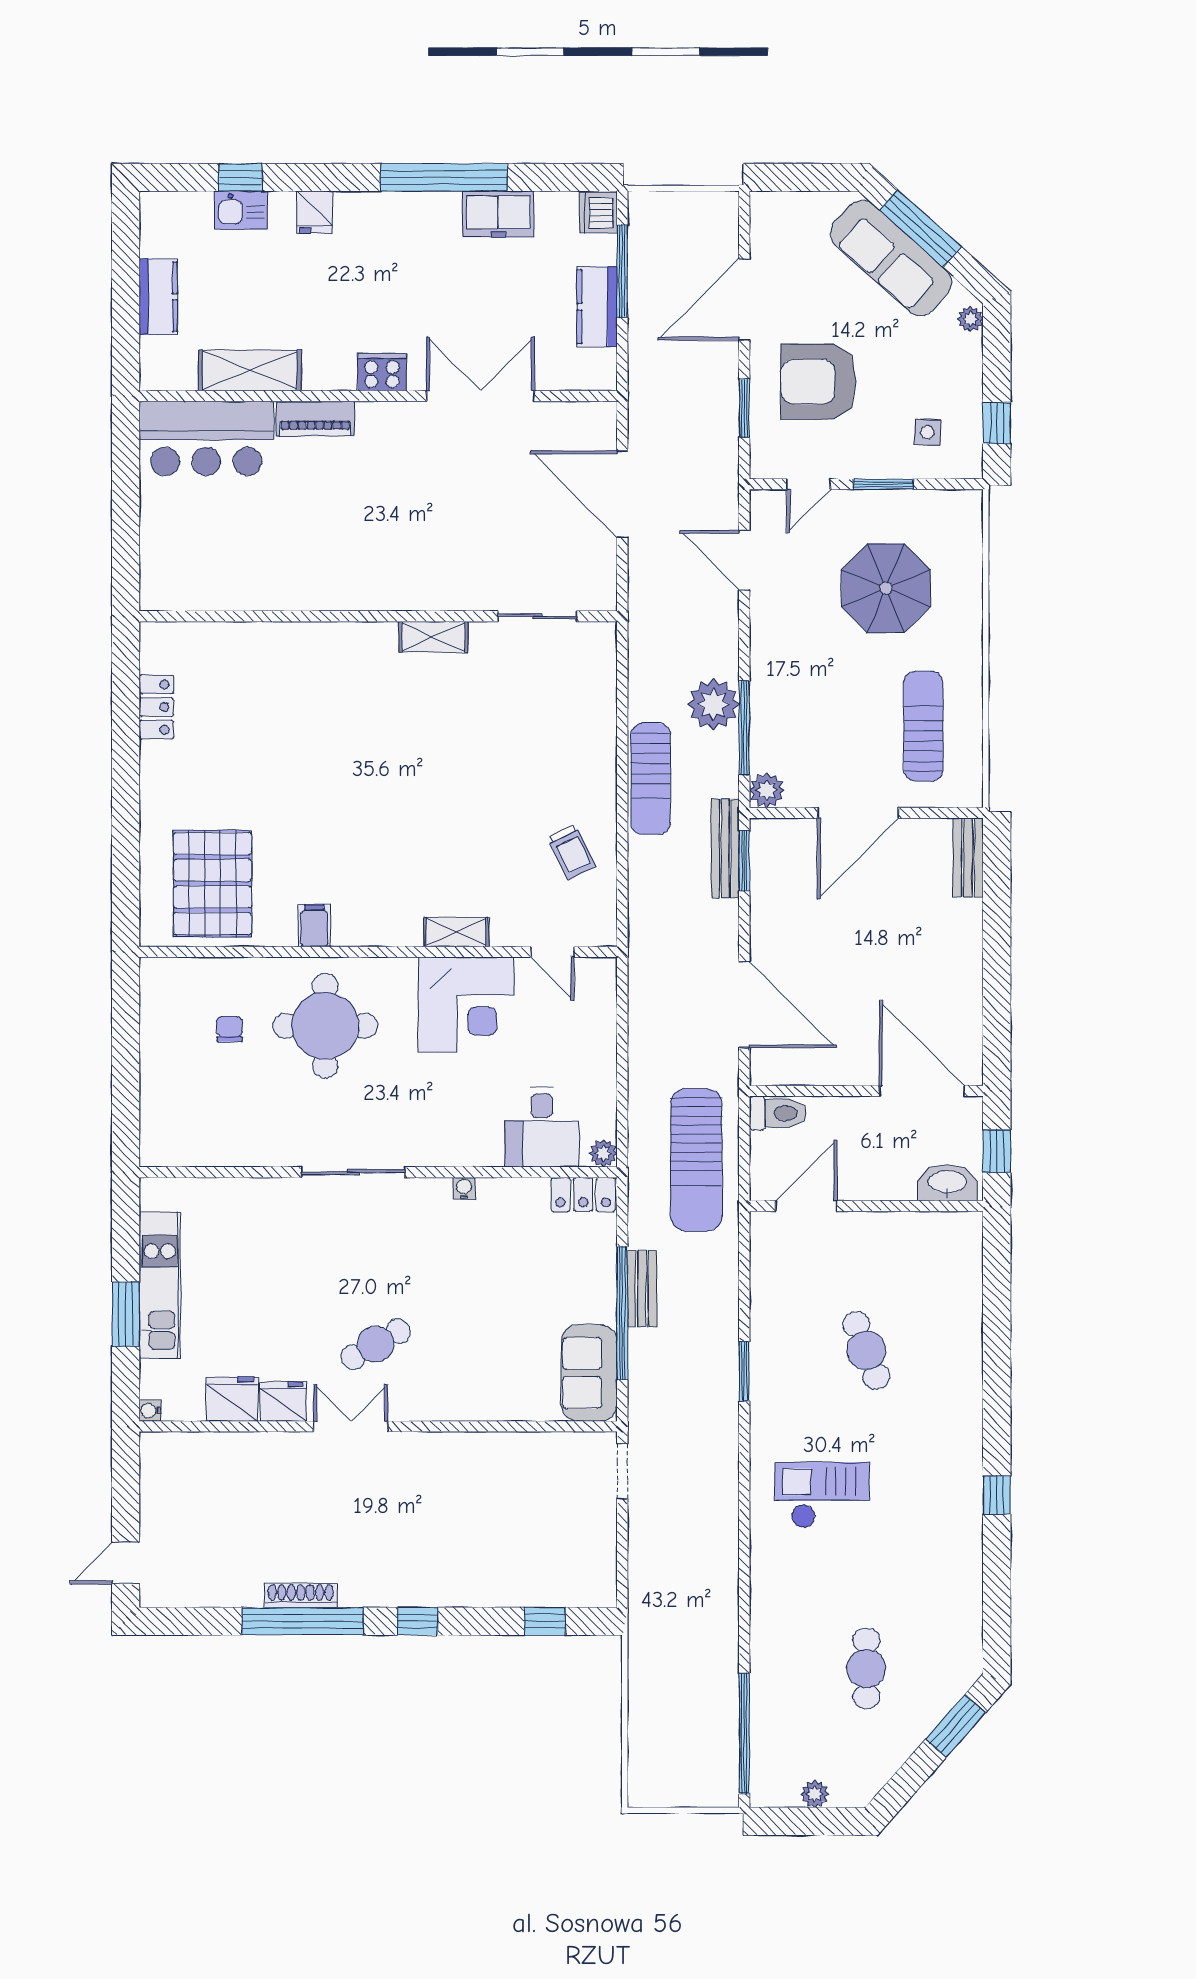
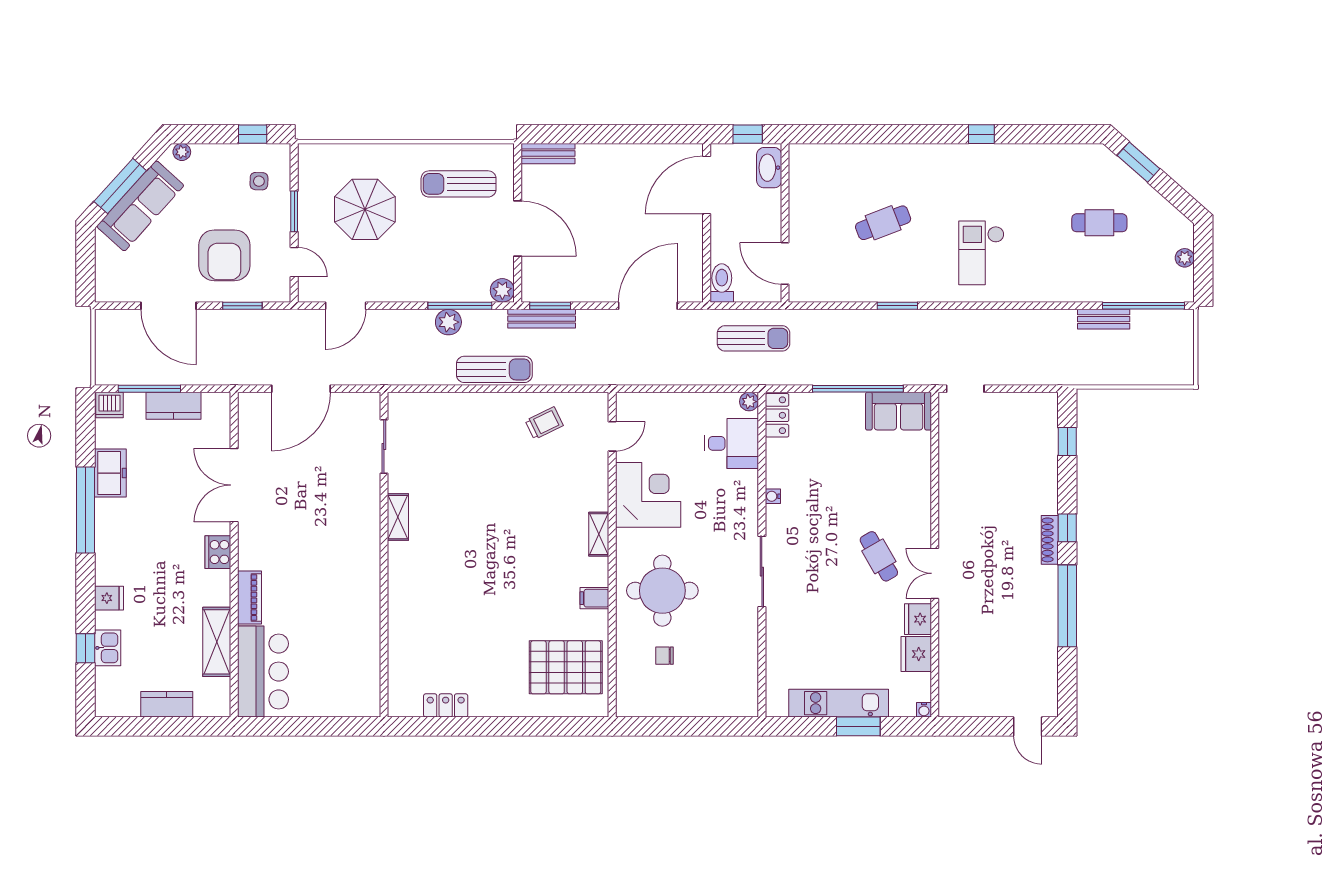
plant: (713, 704) -> (448, 322), width x0.73, depth x0.73
shelving: (456, 932) -> (599, 534), moved
sun lounger: (696, 1160) -> (754, 338), width x0.73, depth x0.75
bench: (642, 1289) -> (1104, 319), moved
shoe rack: (301, 1595) -> (1050, 540), moved

